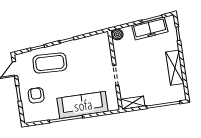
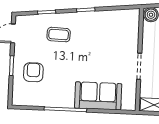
coffee table: (50, 63) -> (59, 35), width x0.54, depth x0.58
sofa: (83, 105) -> (98, 96), width x0.73

